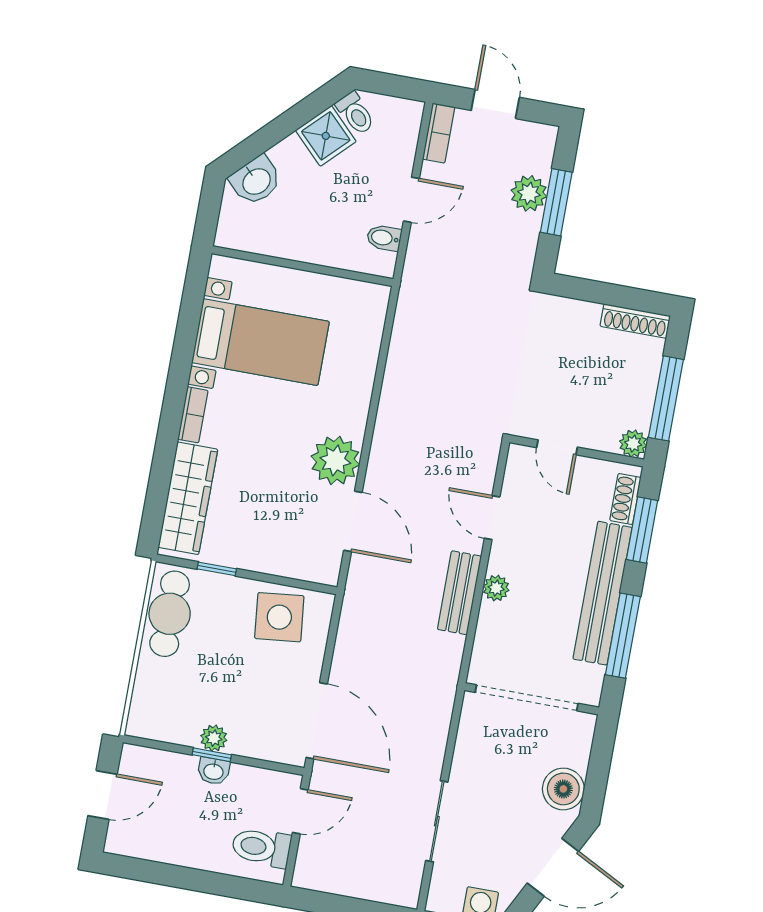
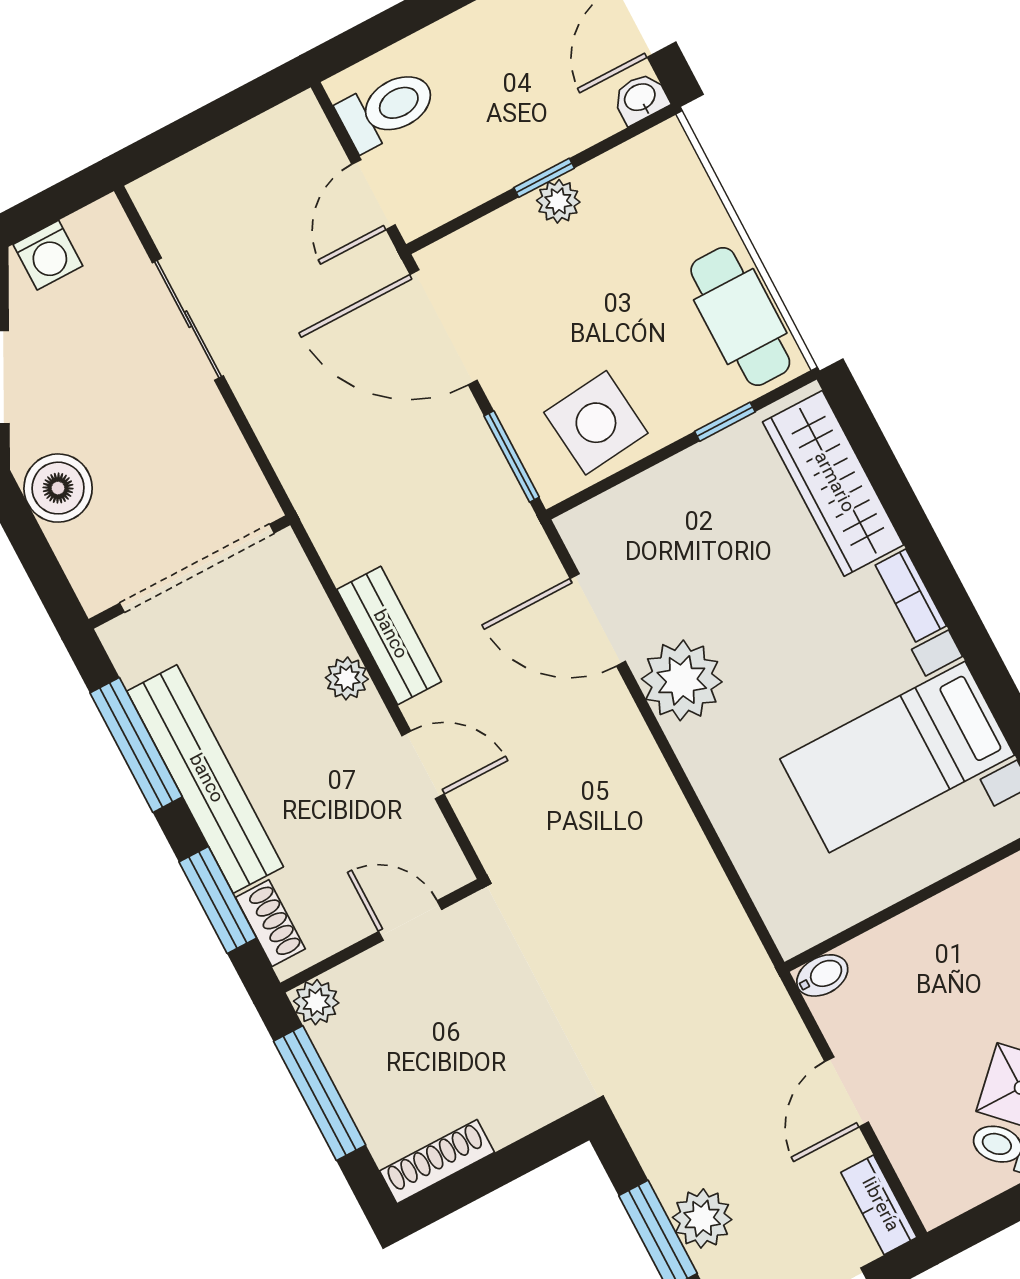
bidet: (384, 238) -> (822, 975), moved
window: (333, 633) -> (512, 456), added
washbasin: (214, 771) -> (640, 98), moved

